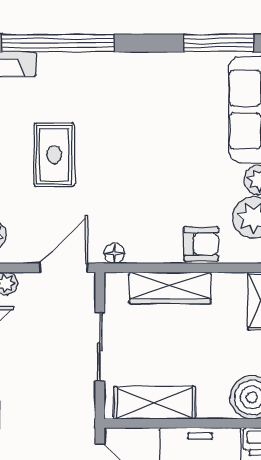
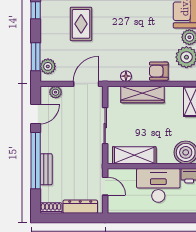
armchair: (201, 244) -> (159, 71), turned 180
floor lamp: (114, 254) -> (126, 76), moved

